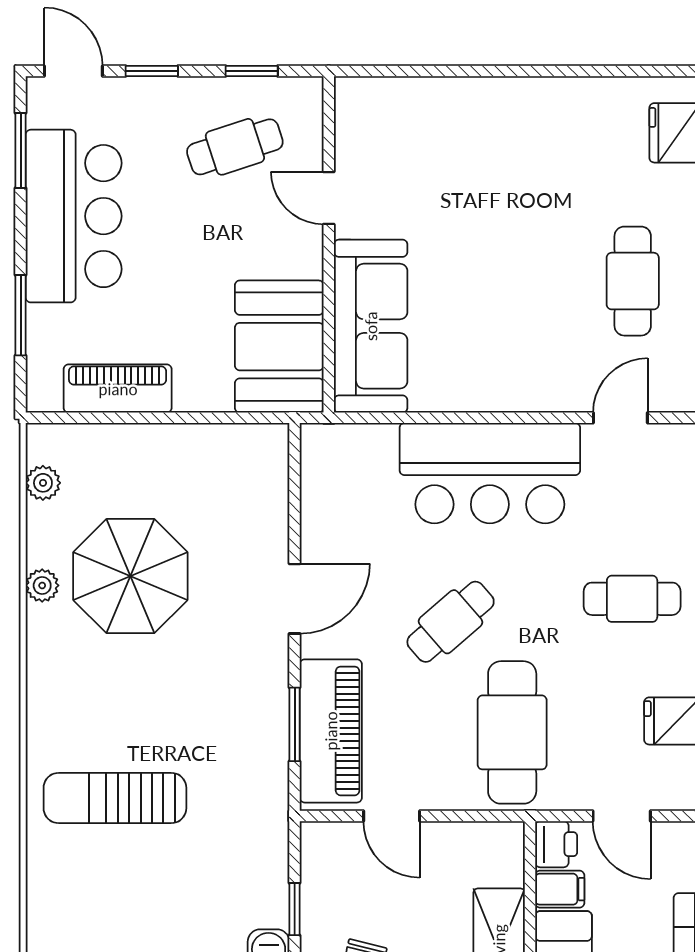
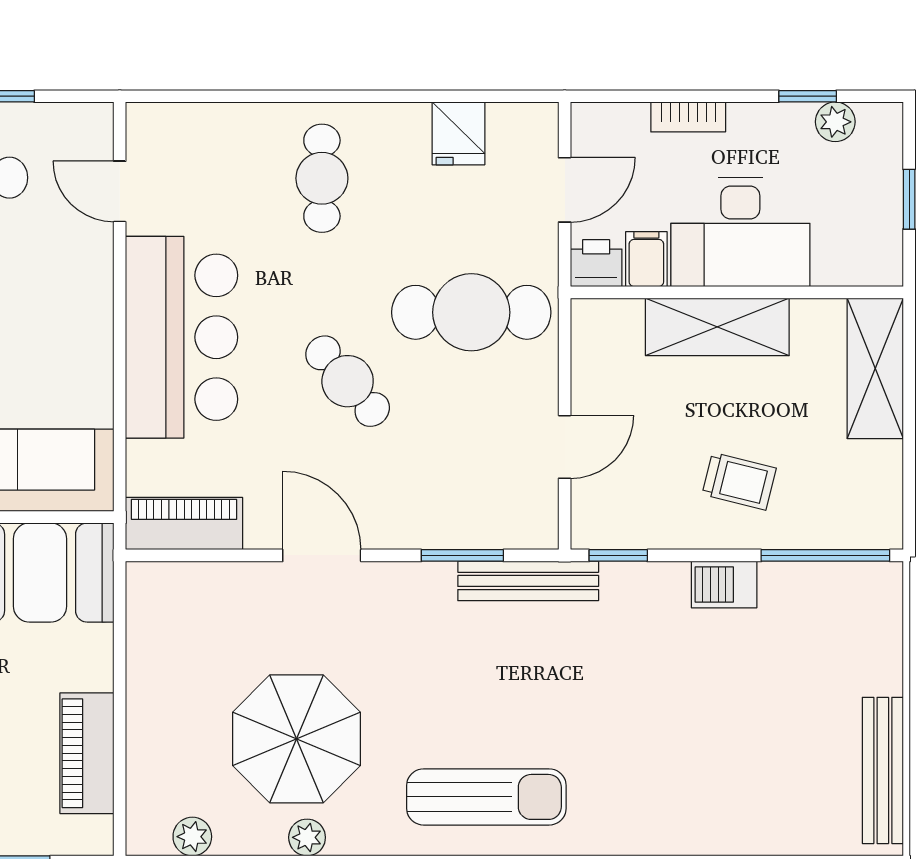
piano: (331, 731) -> (184, 524), moved, width x0.73, depth x0.75
bench: (272, 783) -> (528, 581), added
sun lounger: (115, 798) -> (486, 797), moved, turned -90
window: (295, 909) -> (618, 555), moved

